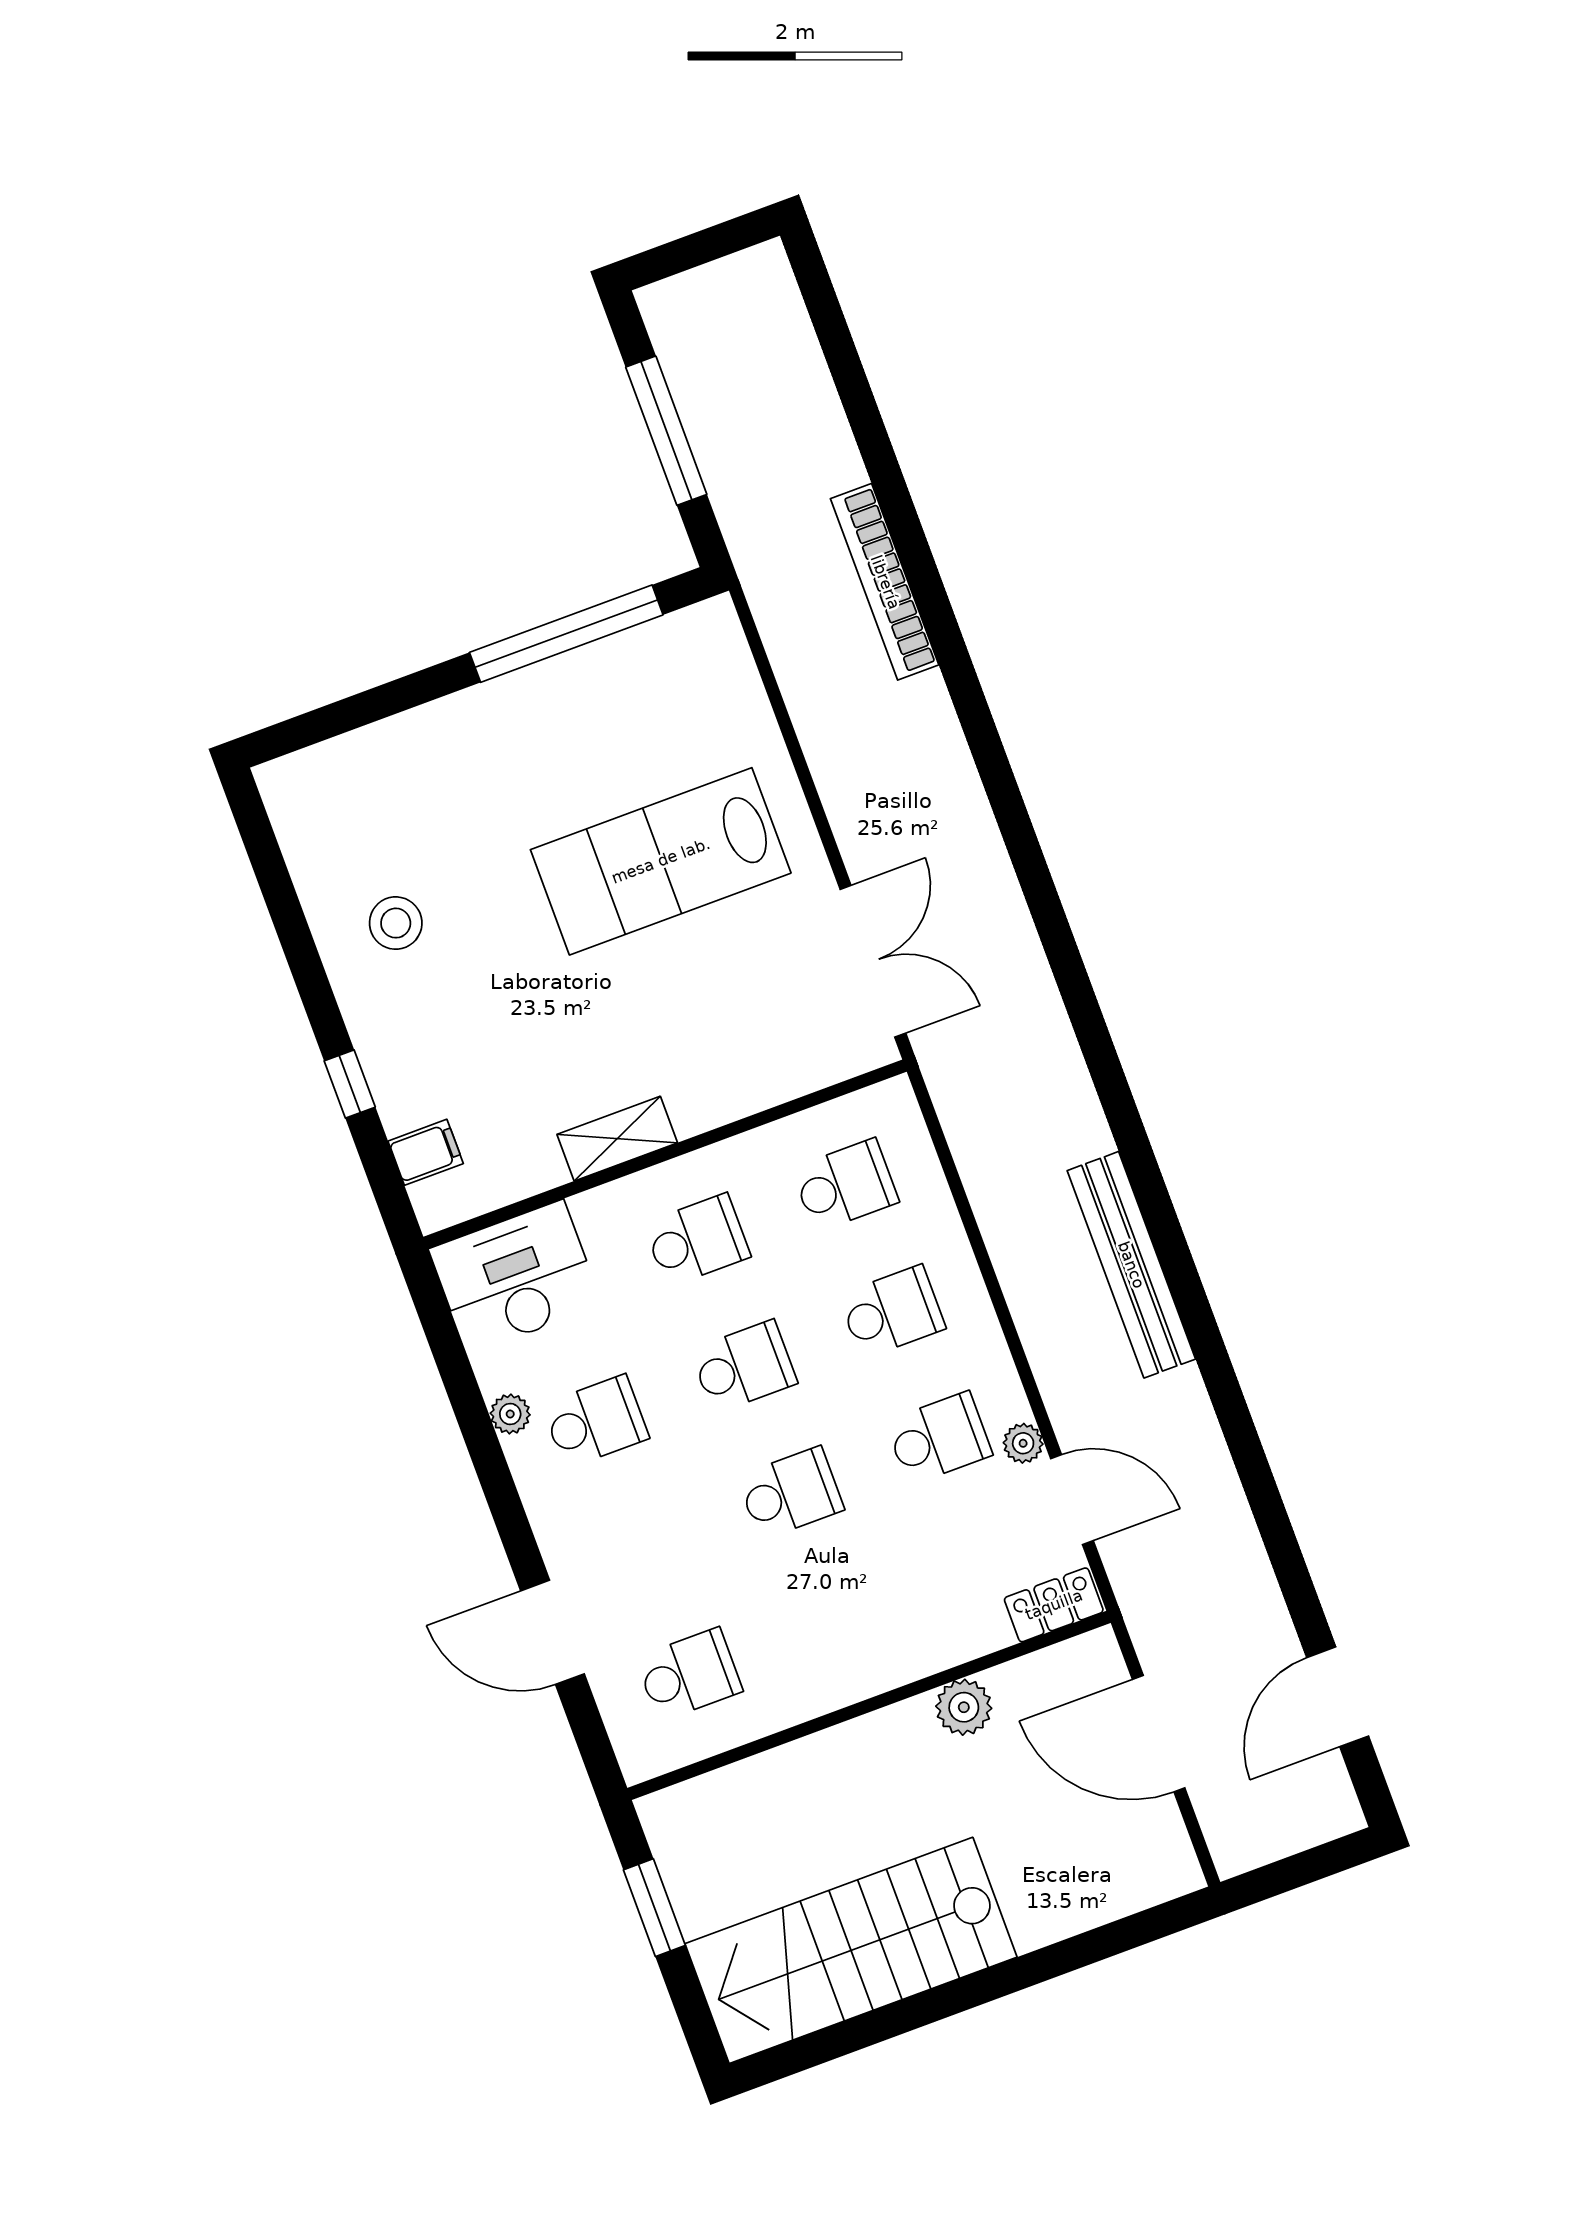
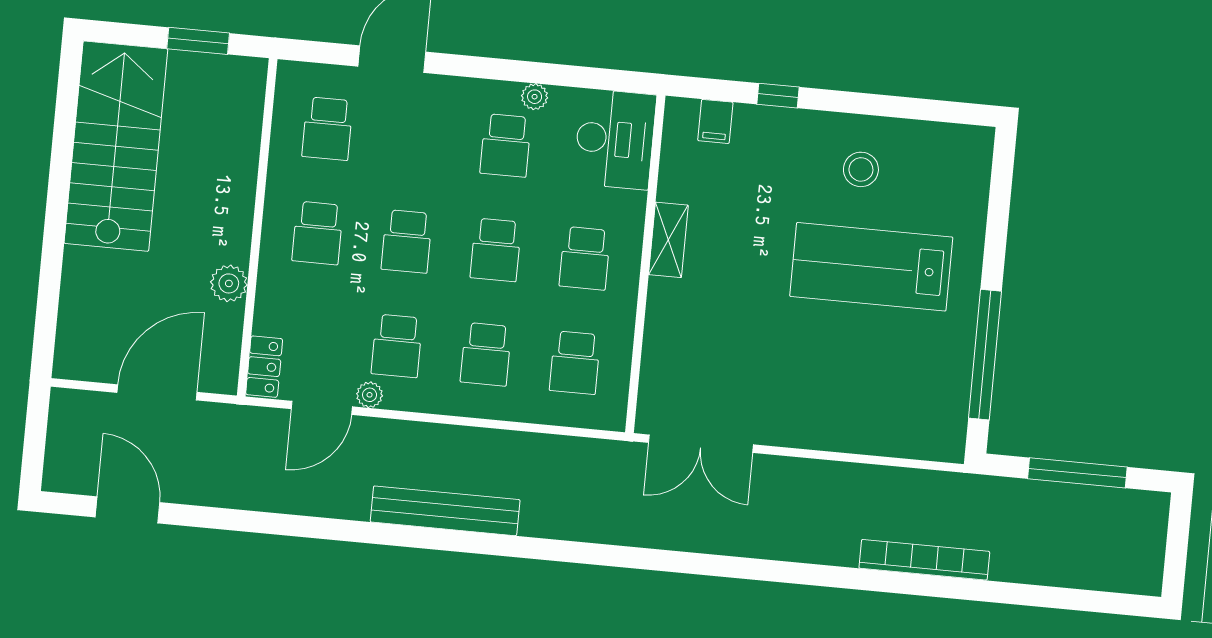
lab bench: (661, 861) -> (871, 267), moved, turned -90
school desk: (837, 1620) -> (318, 233), added

